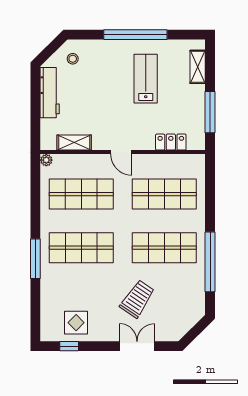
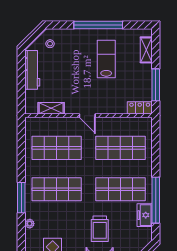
locker: (171, 142) -> (140, 108), moved
plant: (46, 160) -> (30, 224), moved
freezer: (196, 281) -> (145, 215), added
trolley: (137, 299) -> (100, 229), turned 146

